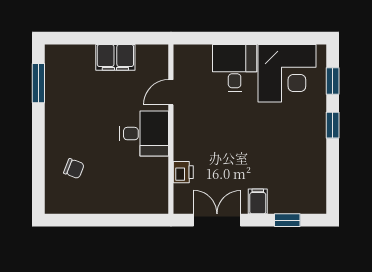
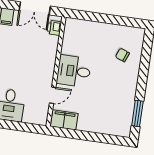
filing cabinet: (115, 57) -> (64, 120), moved
printer: (183, 172) -> (54, 28), moved

